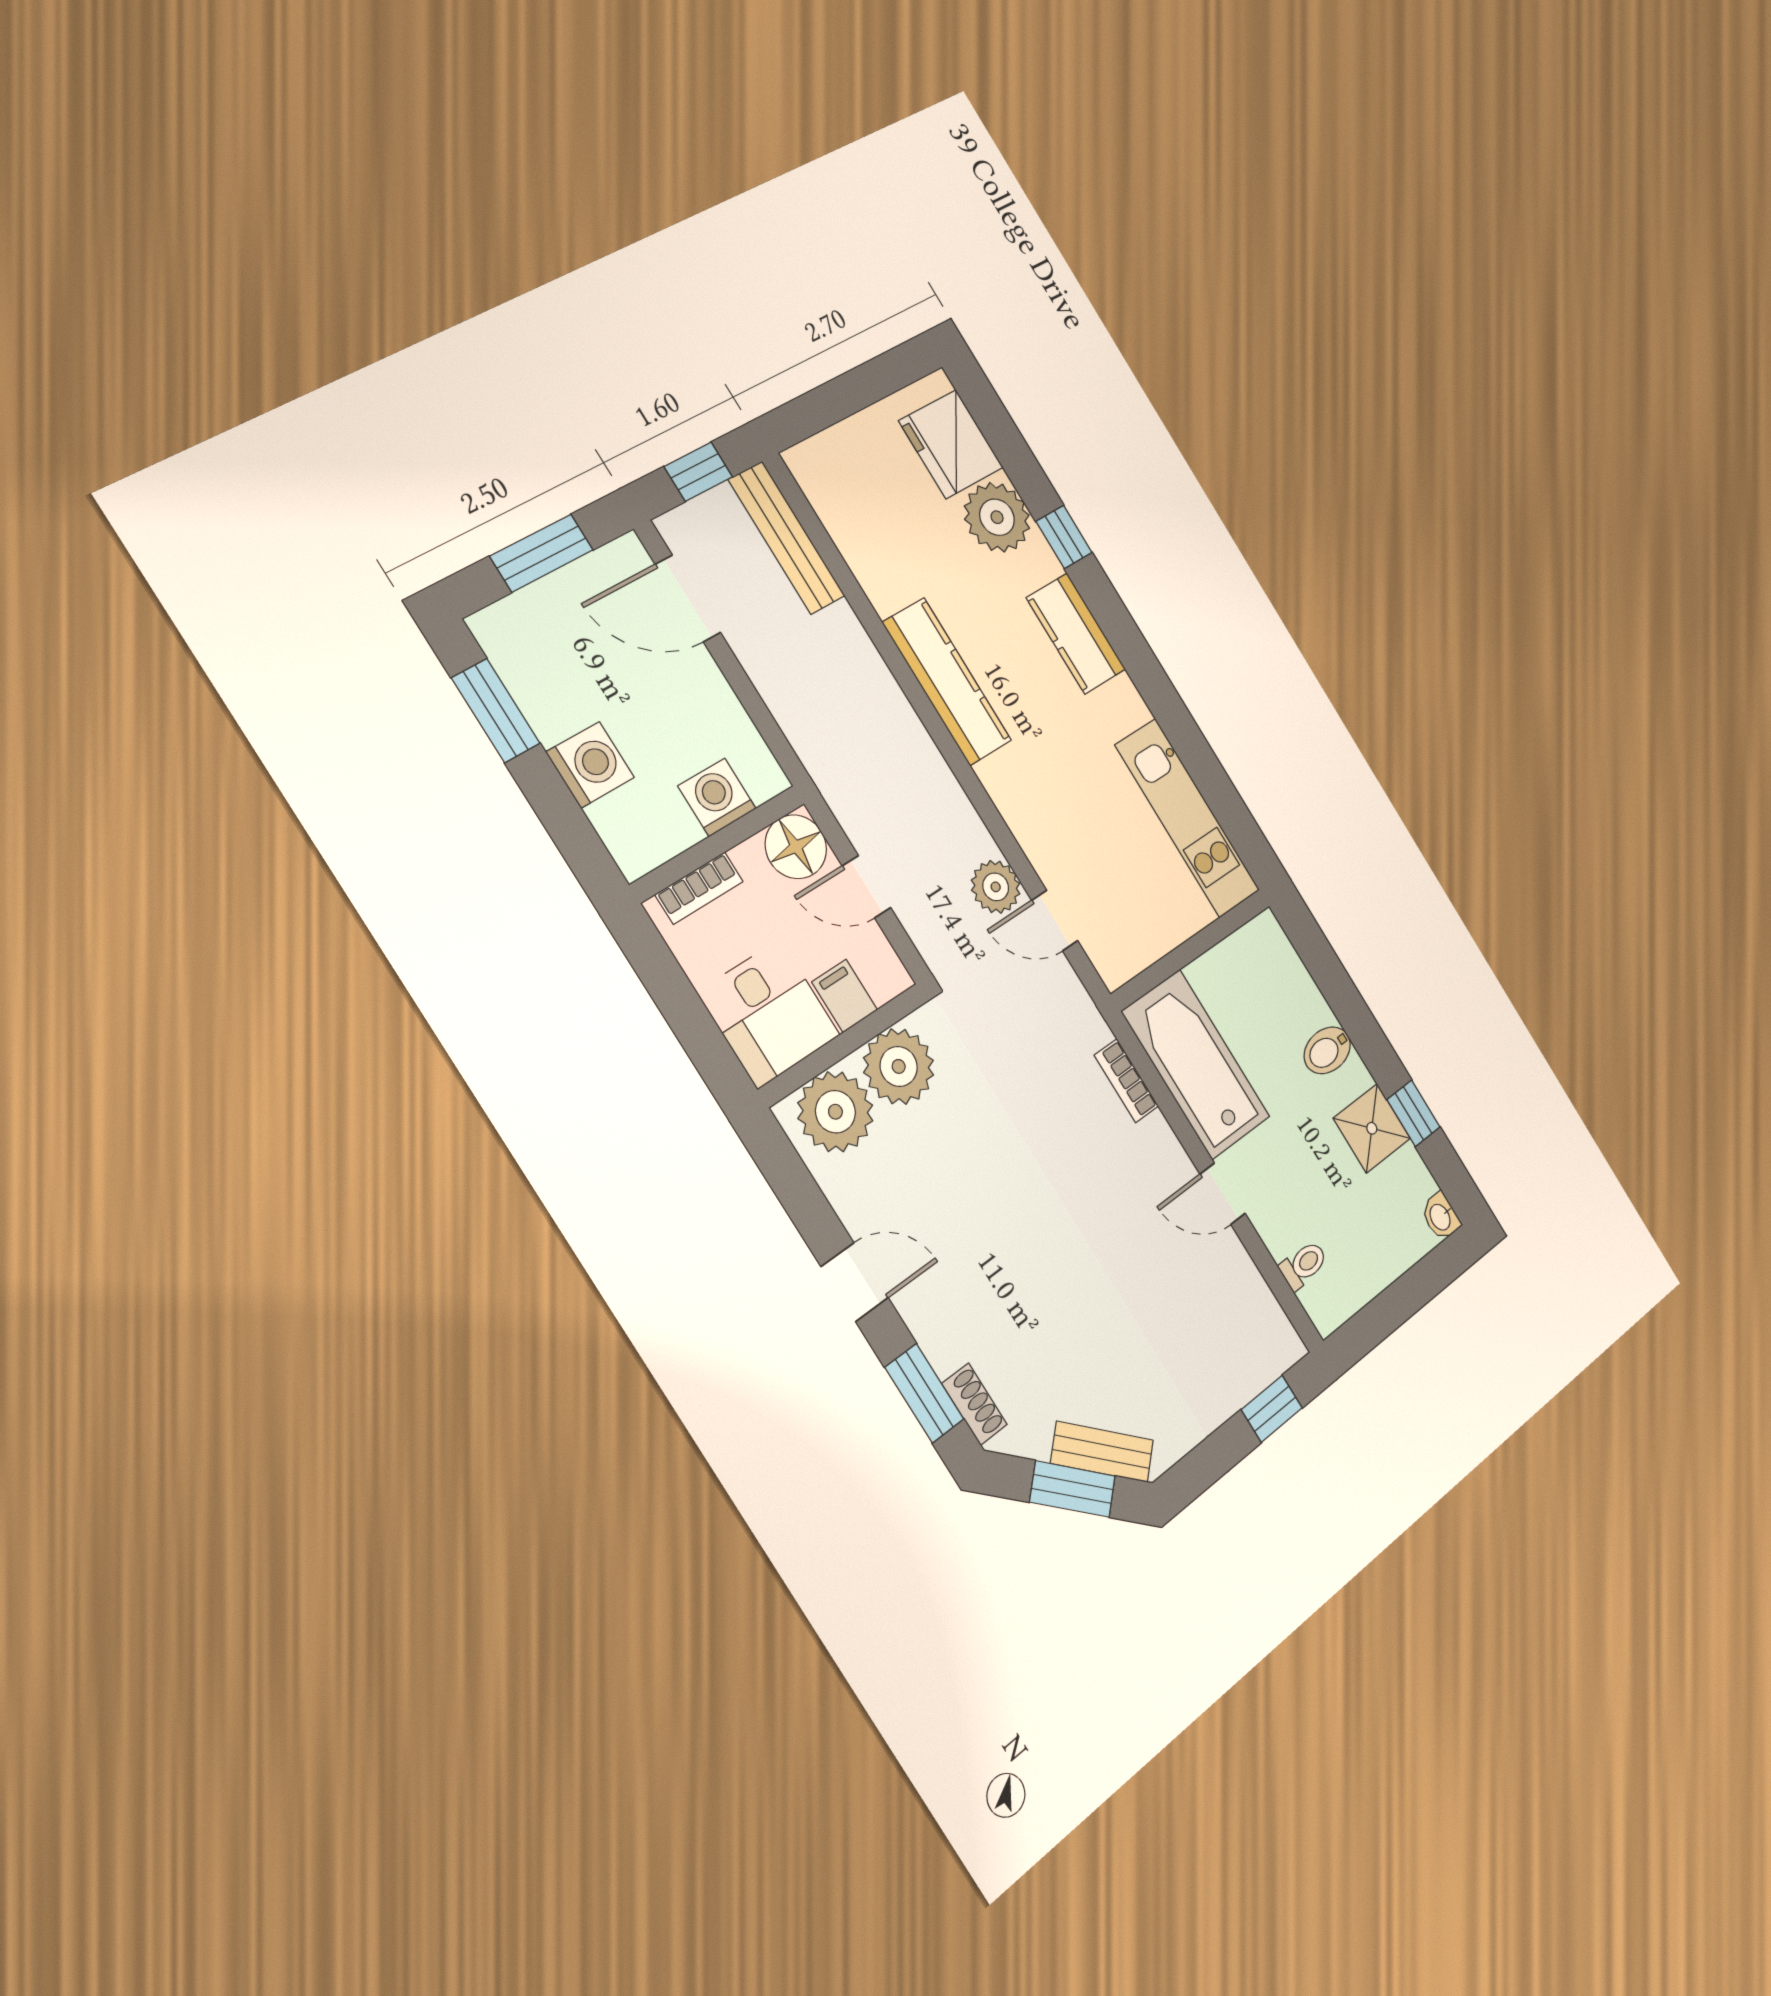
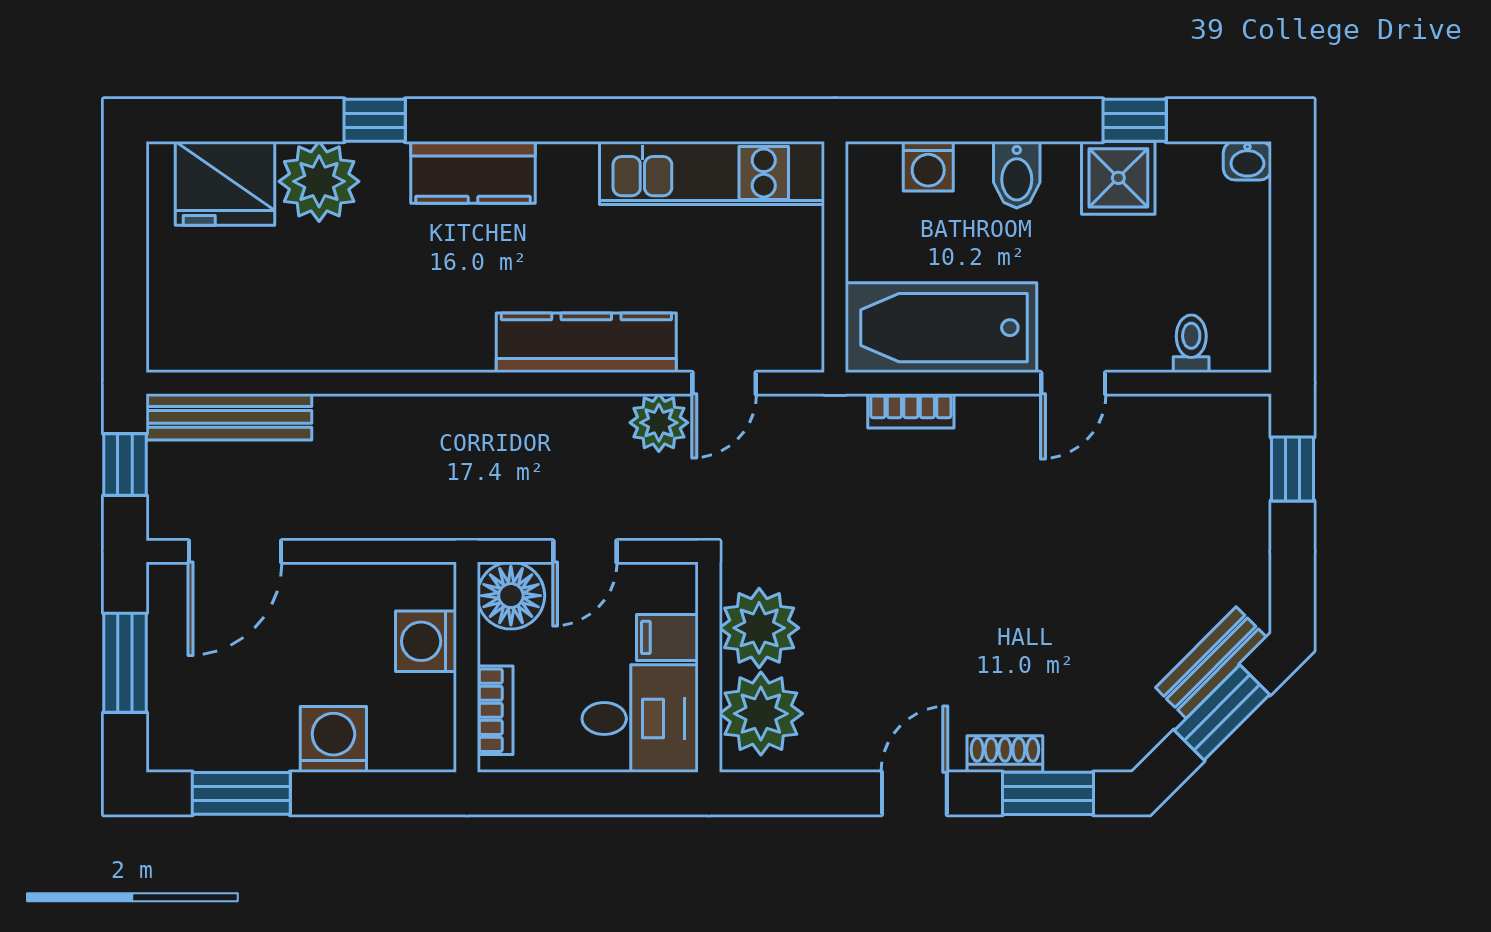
kitchen counter: (947, 682) -> (586, 343), moved
washing machine: (1292, 980) -> (928, 166), added
shoe rack: (974, 1404) -> (1005, 754), moved

